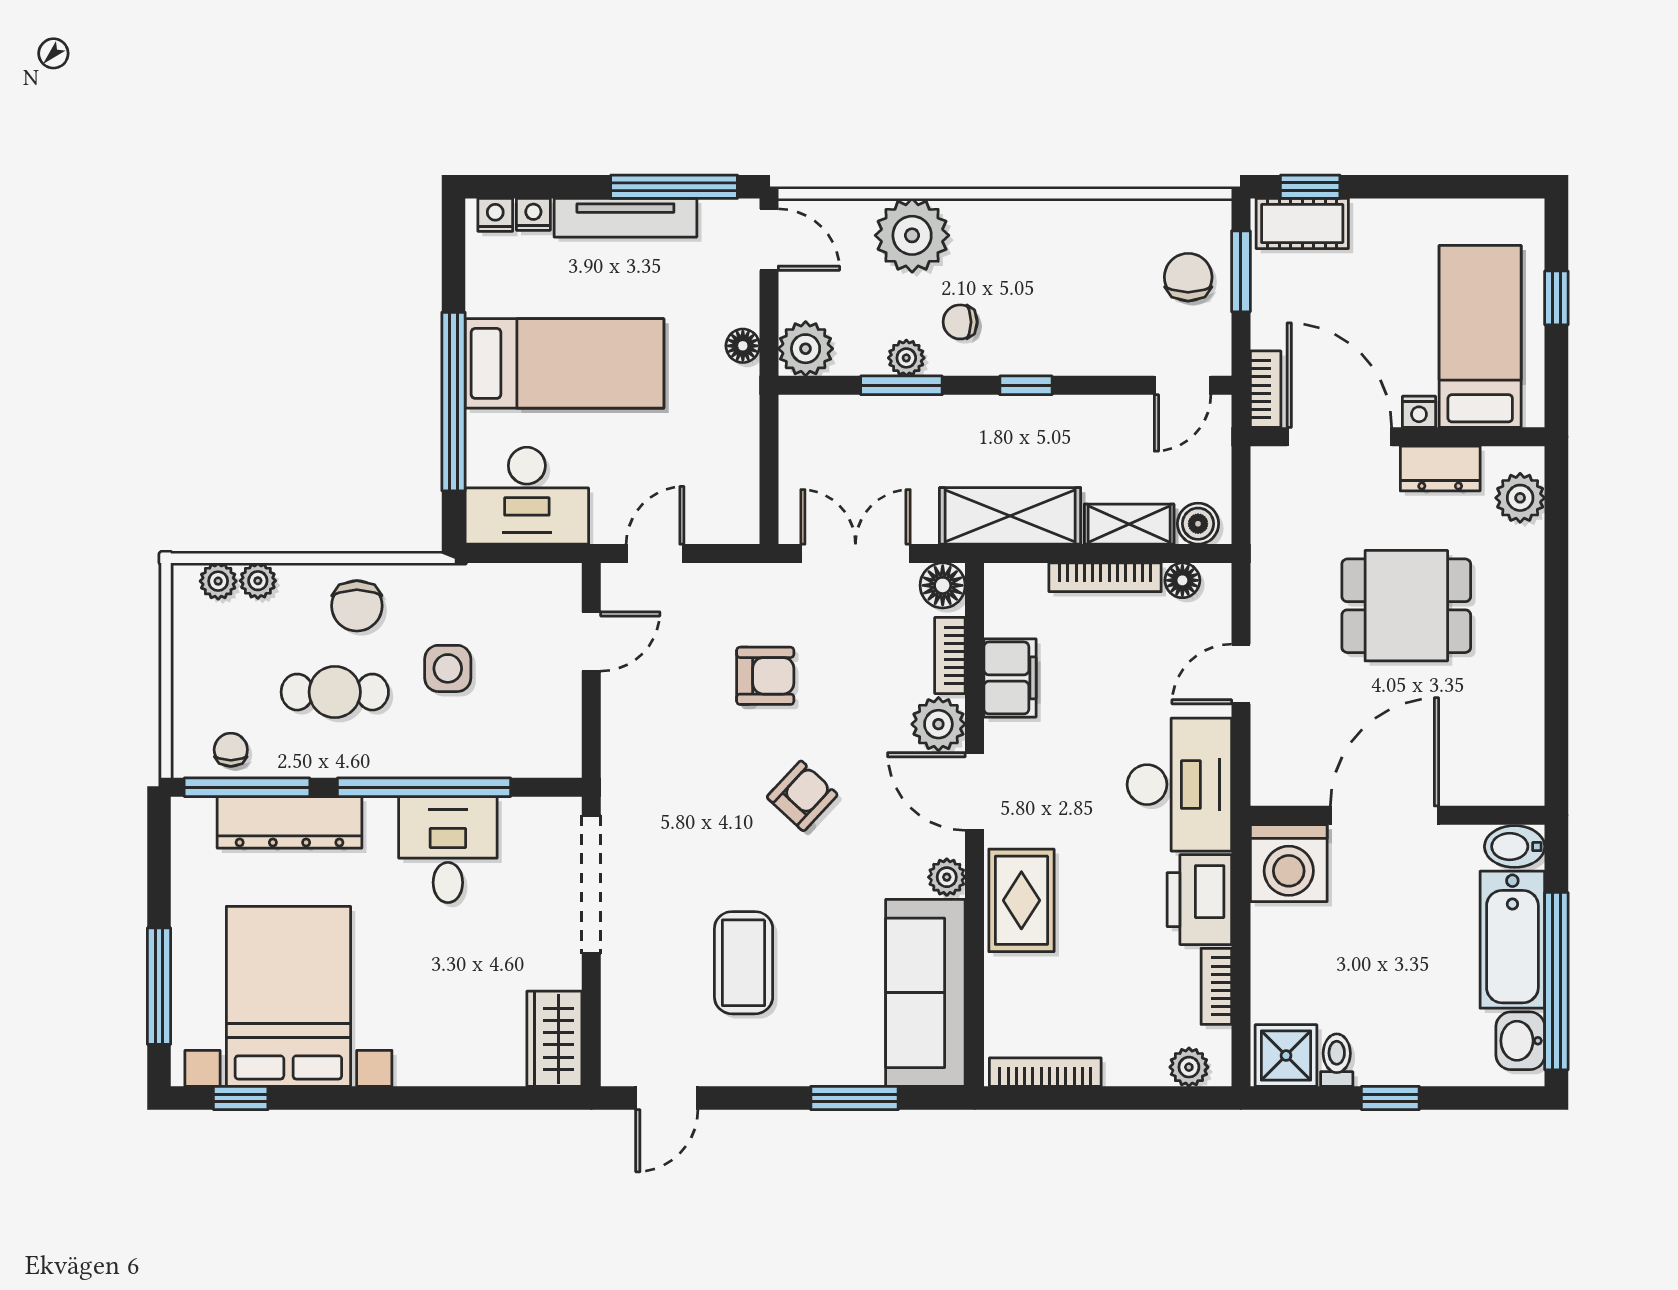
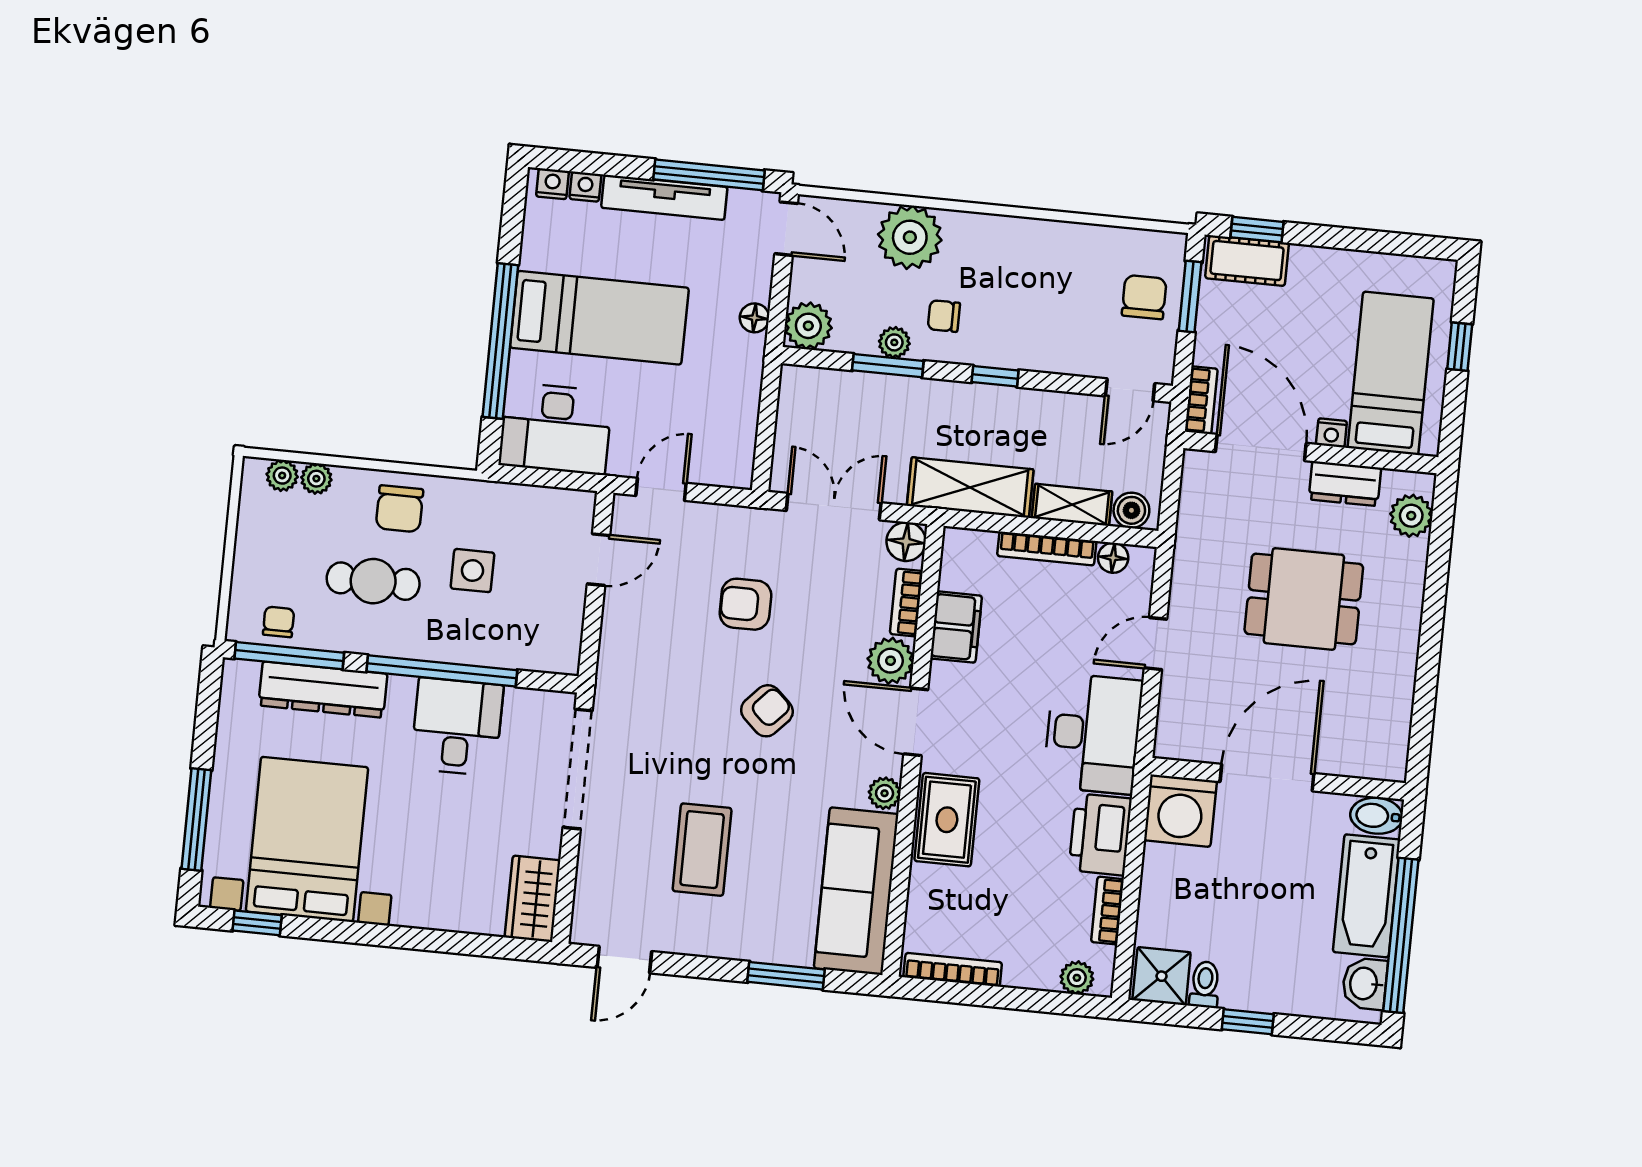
armchair: (765, 676) -> (745, 604), turned 180

